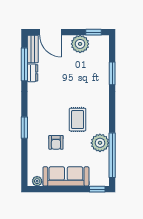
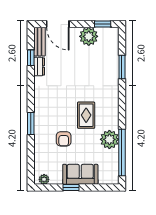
window: (24, 64) -> (31, 58), width x0.46
sofa: (66, 176) -> (80, 174), width x0.73
window: (97, 189) -> (71, 188), moved

